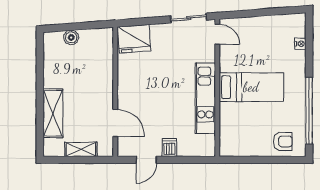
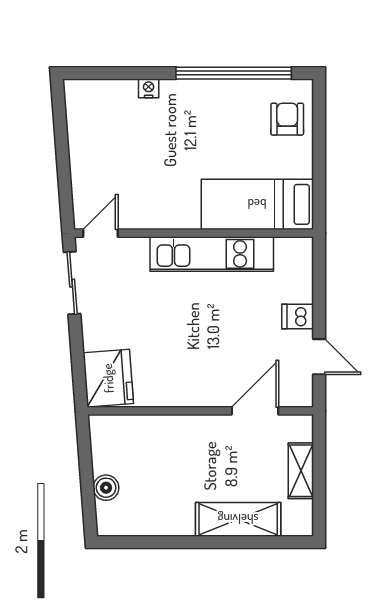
nightstand: (300, 44) -> (149, 88), moved
bed: (251, 87) -> (257, 204), moved, turned -90

